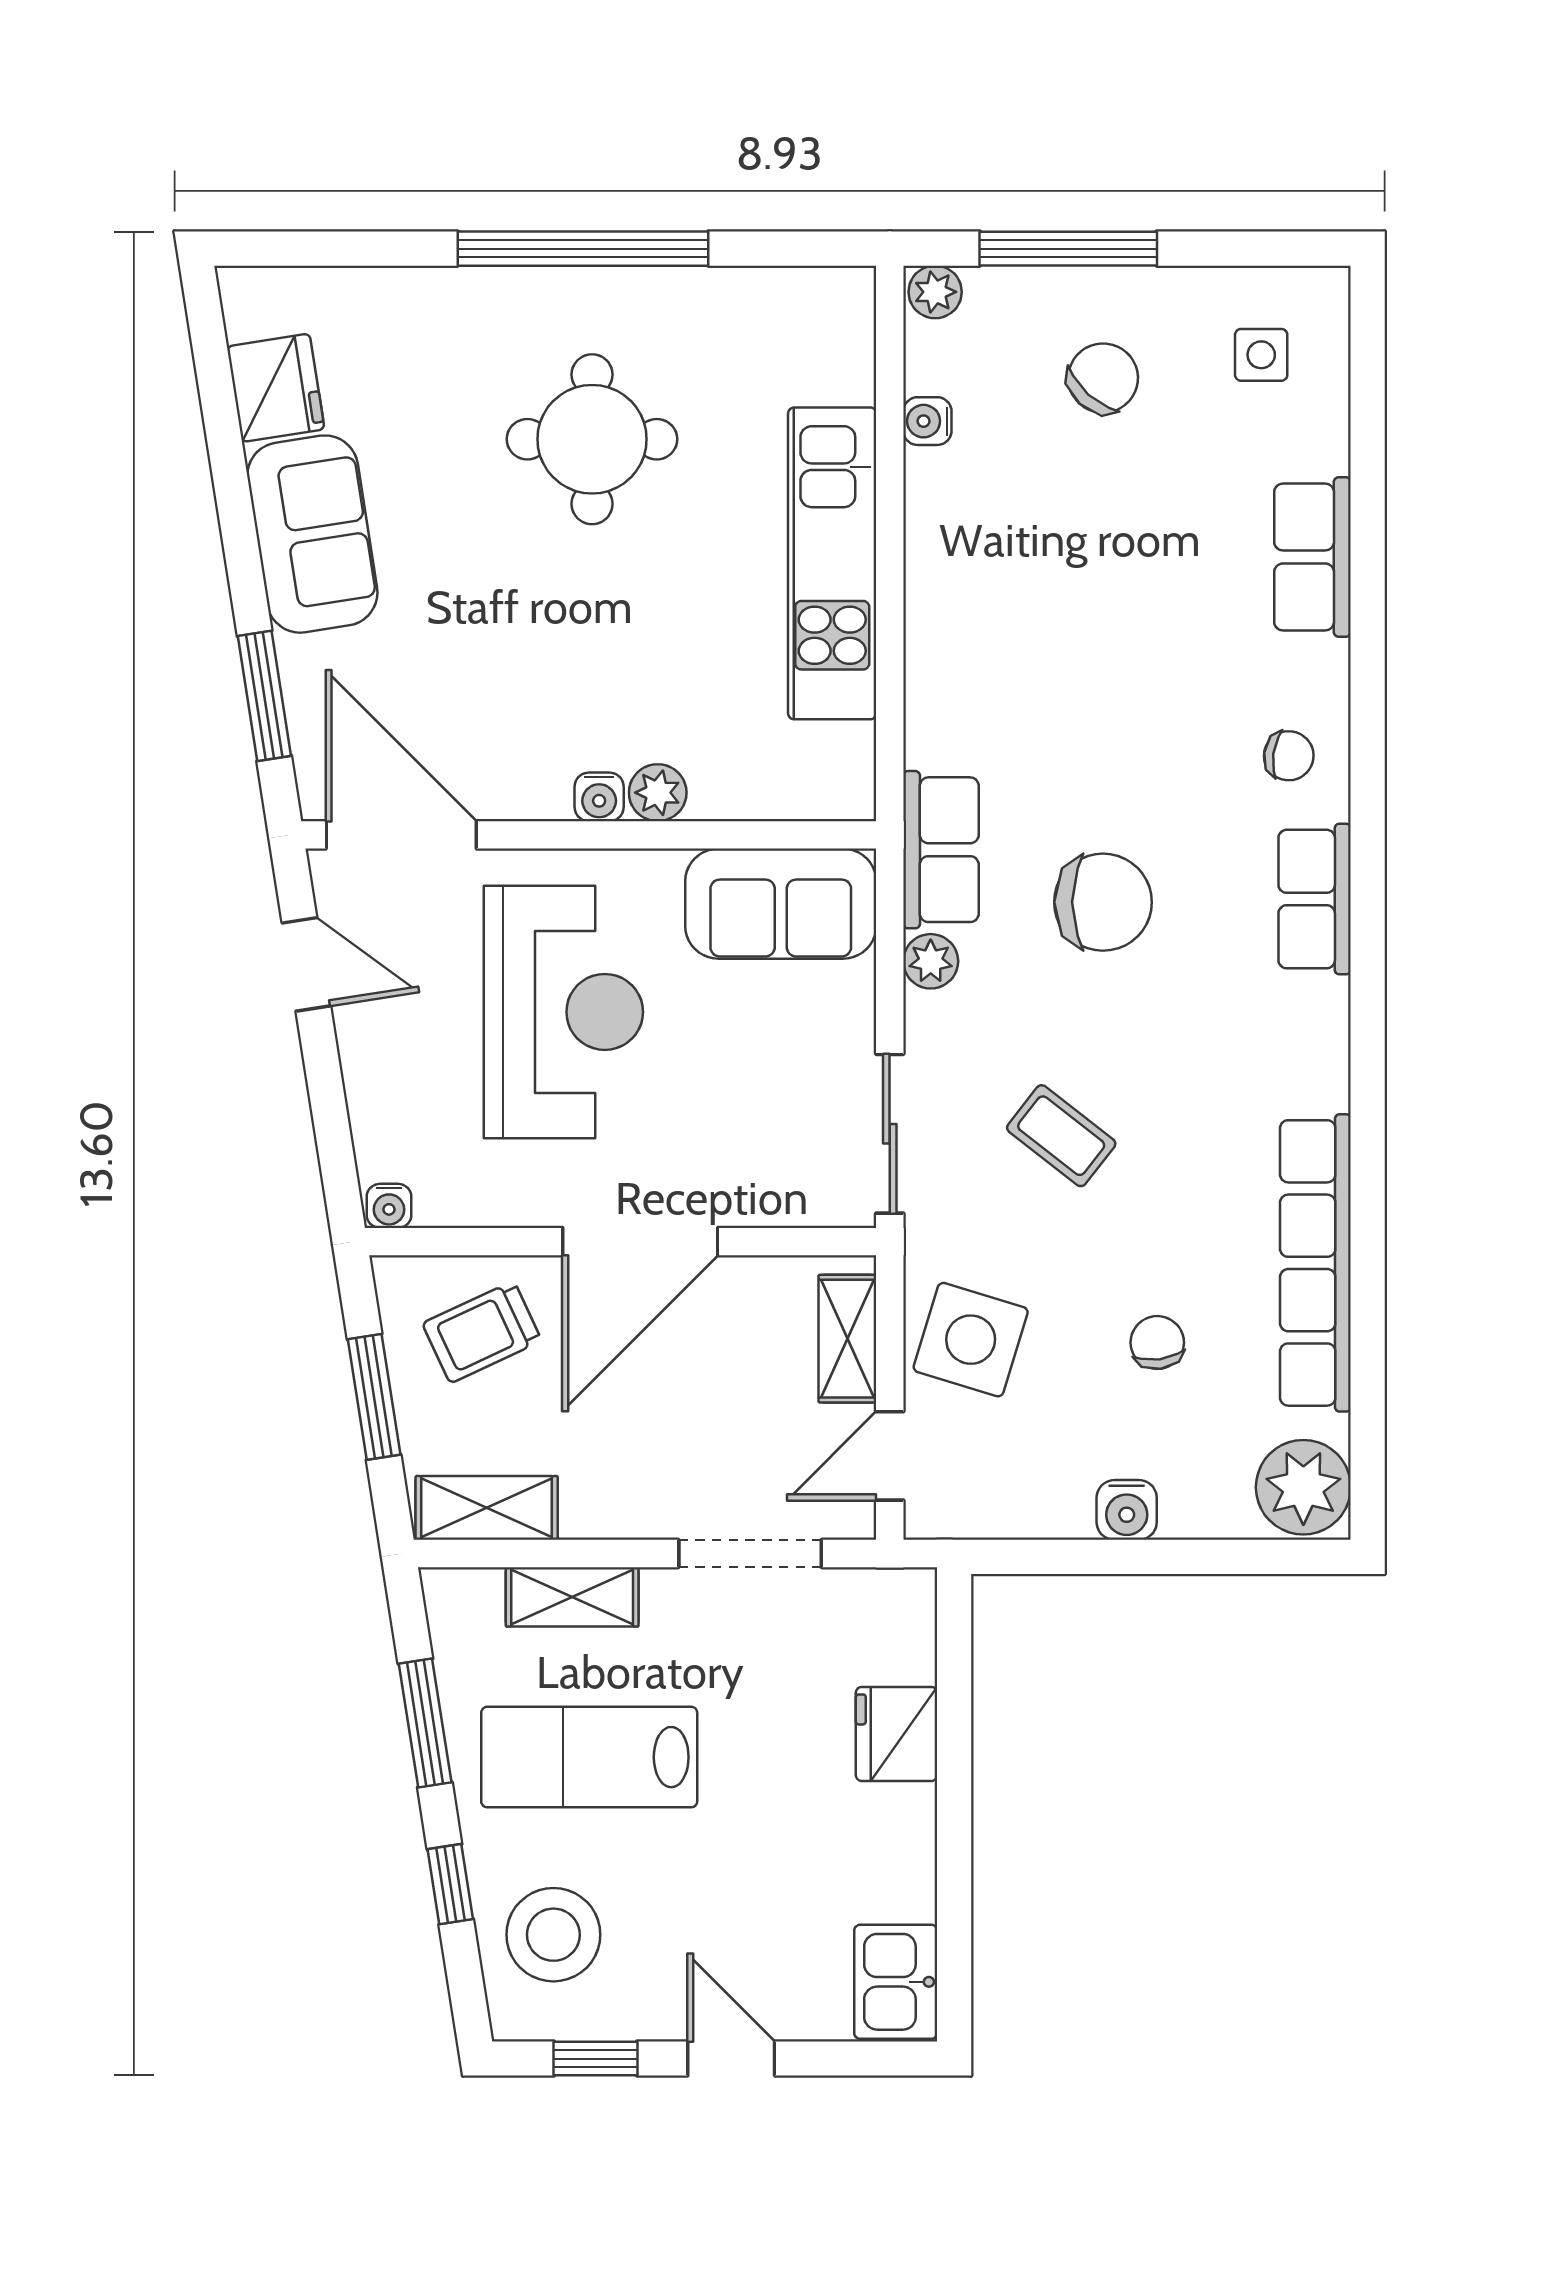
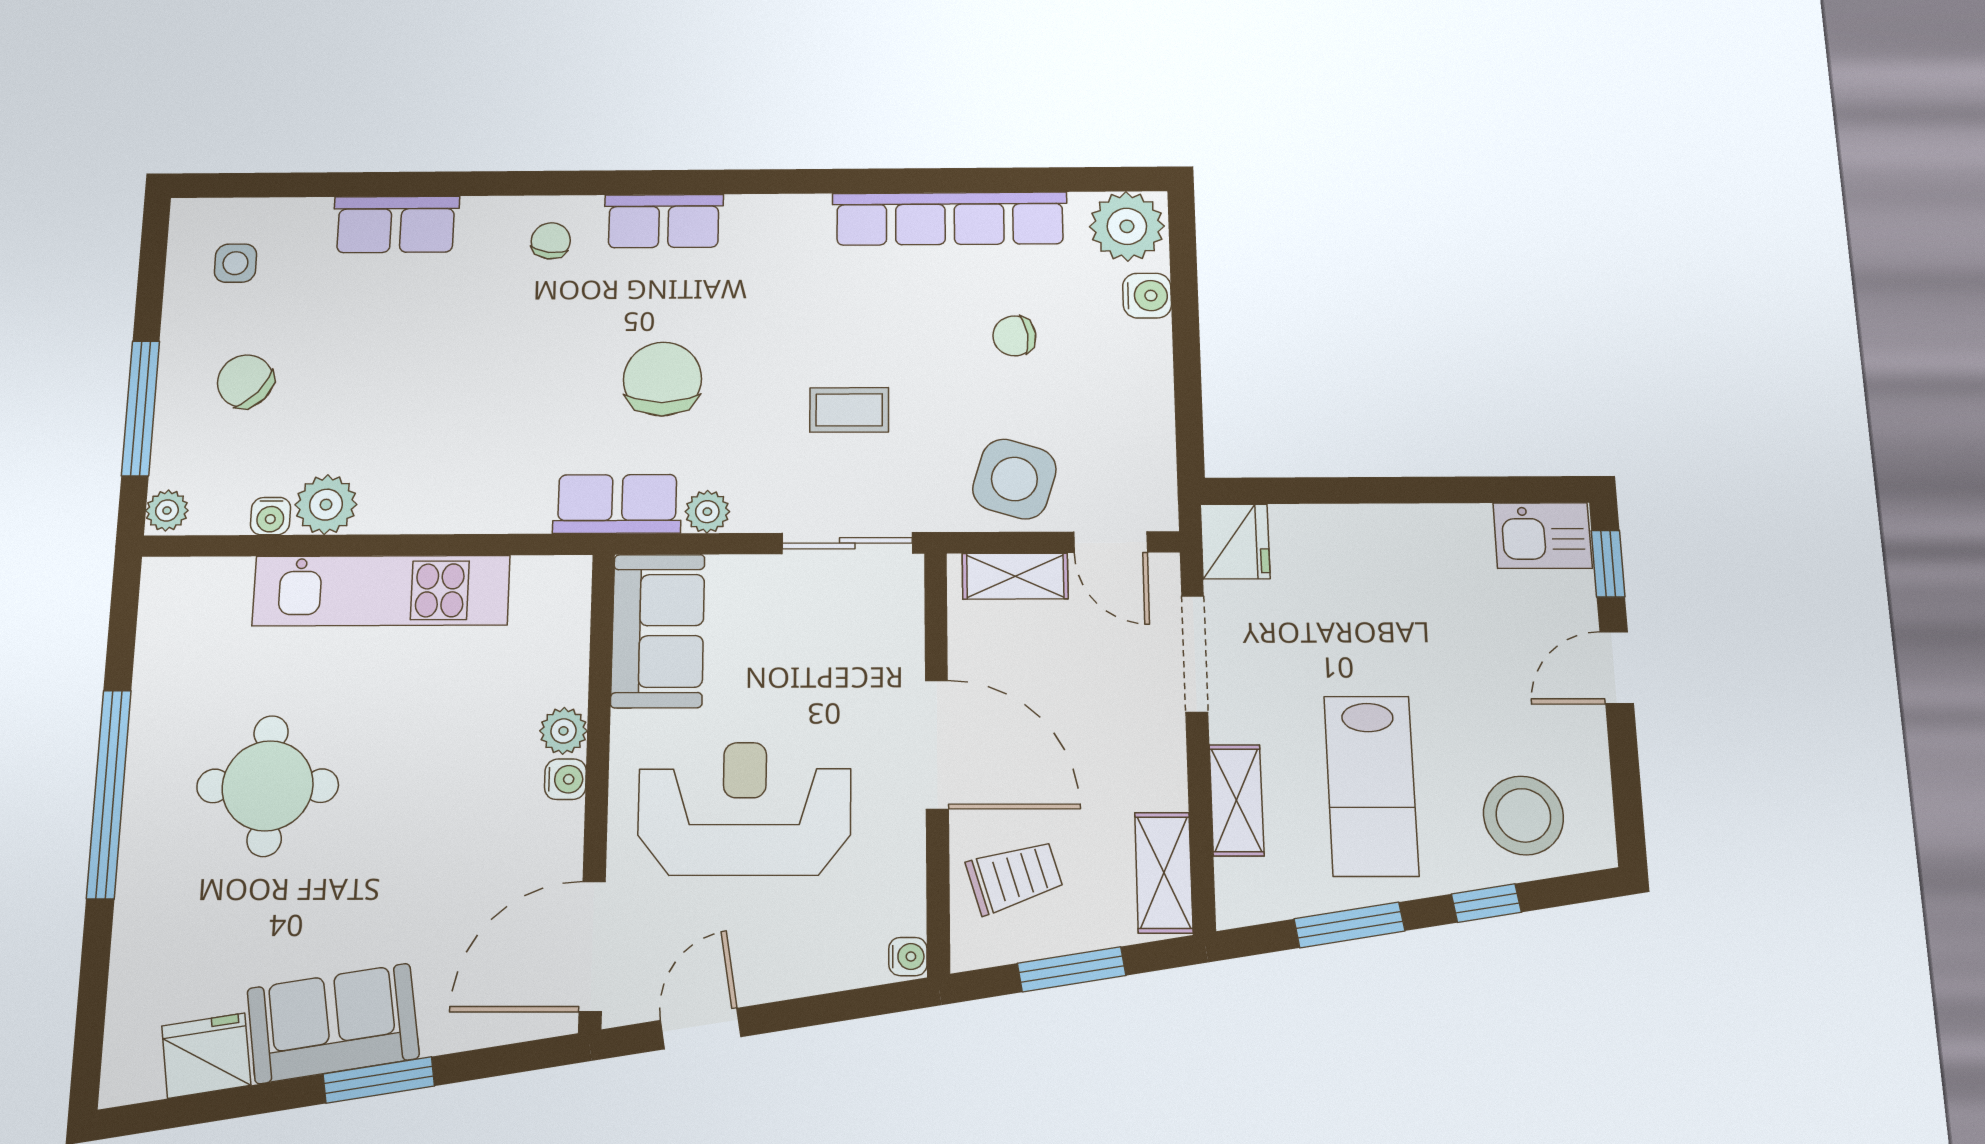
plant: (942, 489) -> (326, 505), added
window: (264, 696) -> (379, 1080), moved
coffee table: (1061, 1136) -> (849, 410), turned 52
trolley: (482, 1332) -> (1014, 877), turned -82
water cooler: (1127, 1510) -> (1147, 296), moved
fridge: (897, 1734) -> (1235, 541), moved, turned -90
window: (595, 2059) -> (1608, 564), moved

